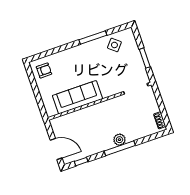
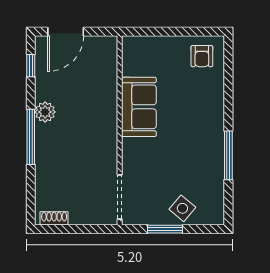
side table: (114, 45) -> (182, 208), moved
sofa: (77, 97) -> (139, 107), width x0.73
plant: (119, 140) -> (45, 112), moved

